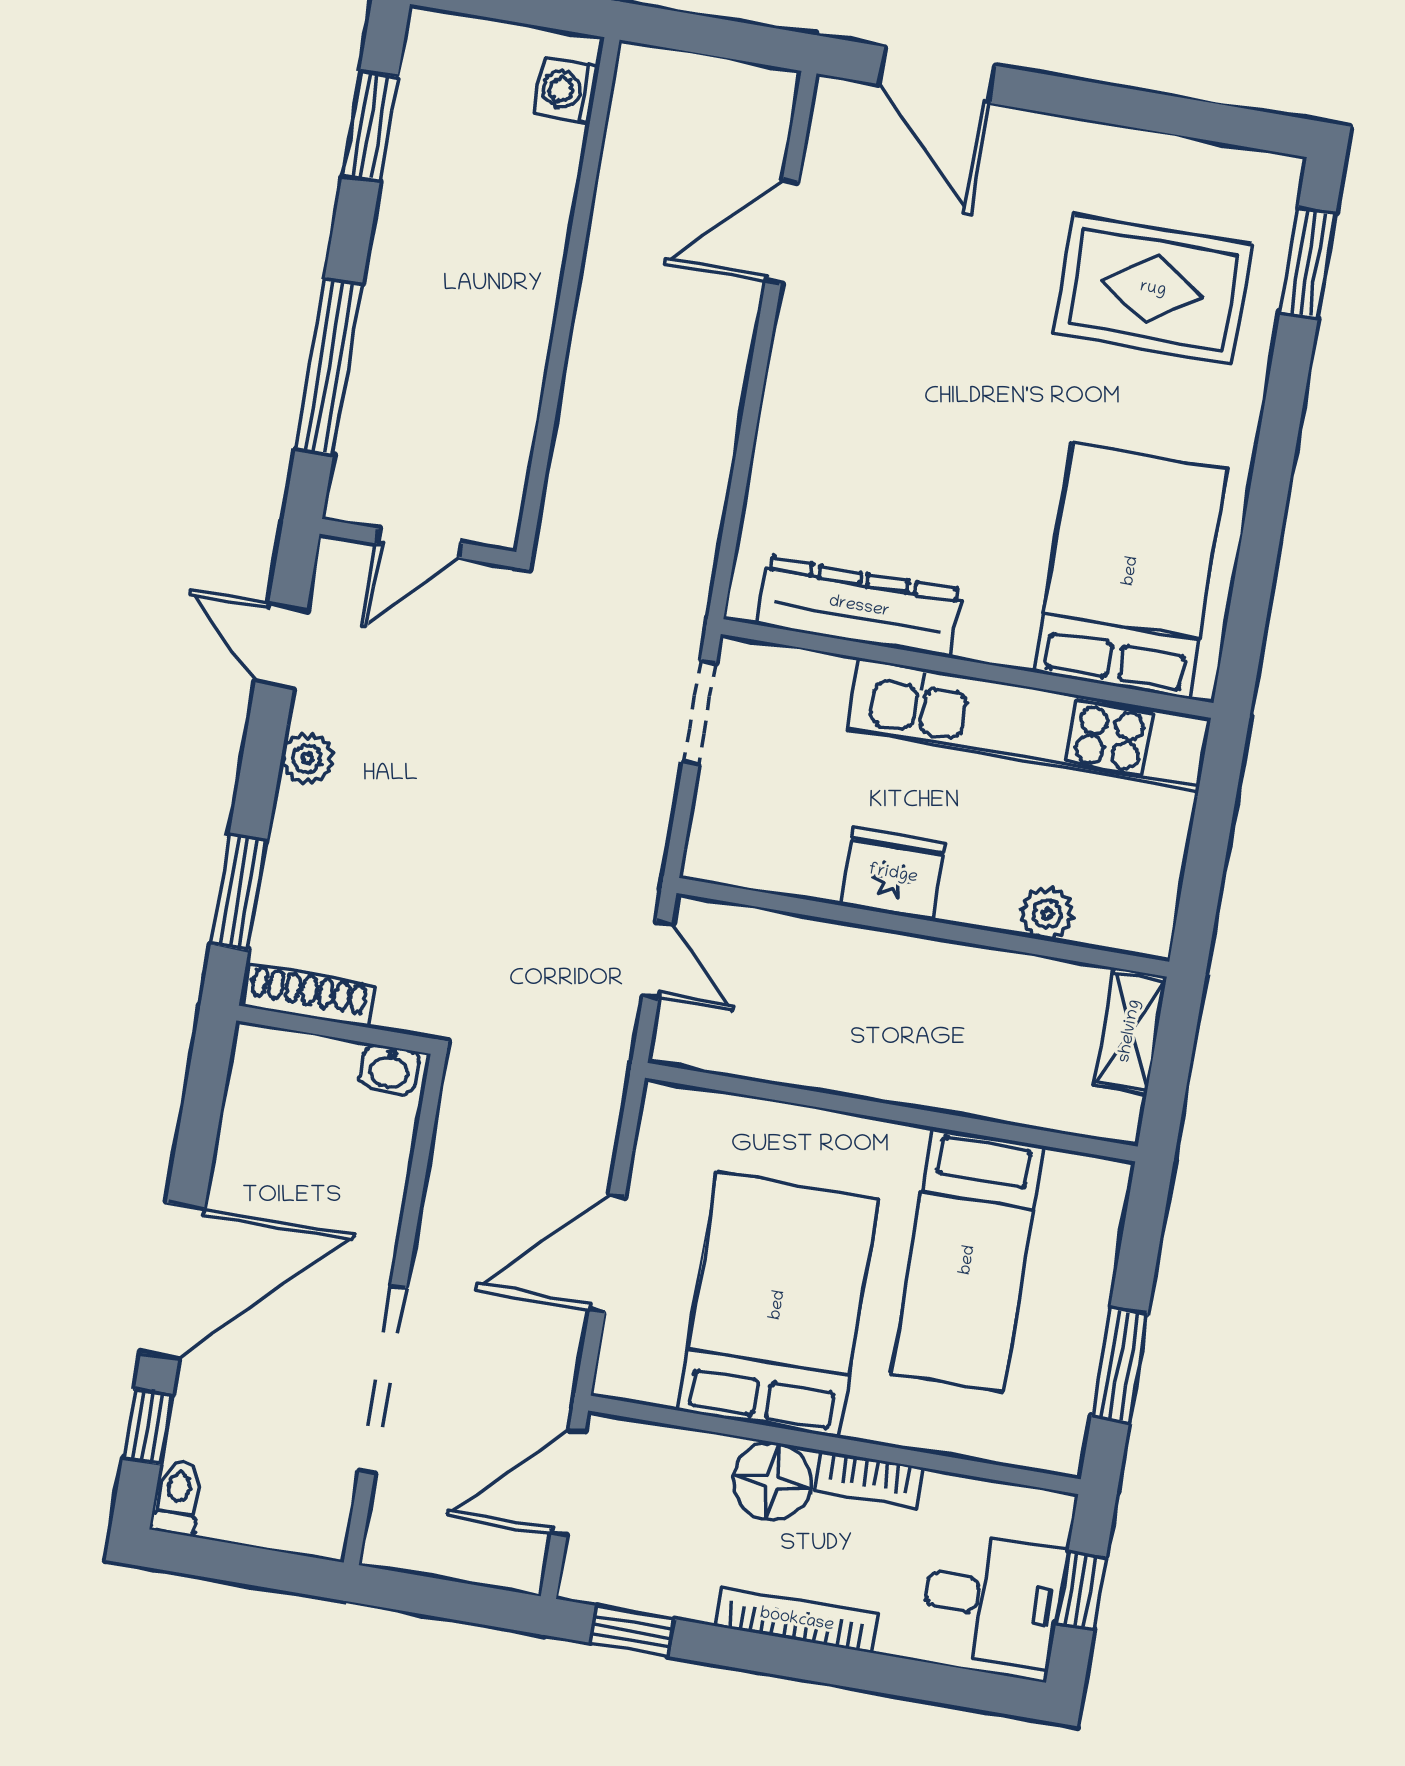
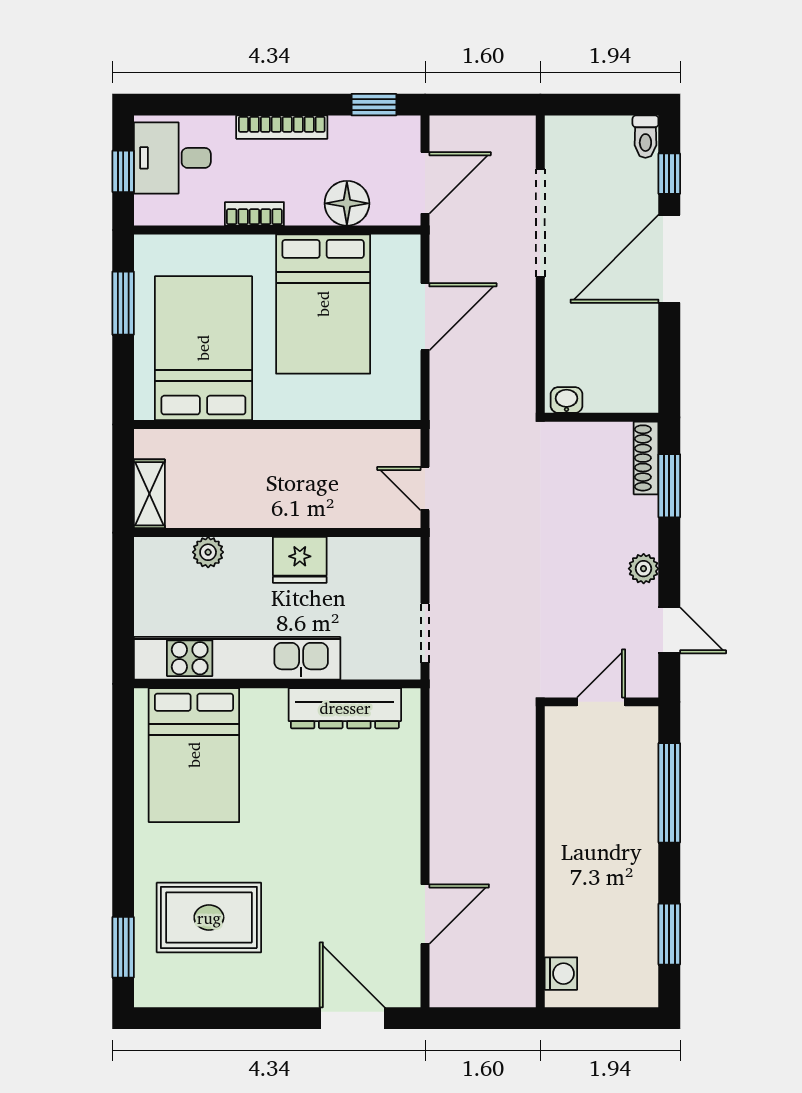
shoe rack: (308, 996) -> (646, 458), moved, turned 90
bed: (968, 1260) -> (203, 348), width x1.50
floor lamp: (772, 1481) -> (347, 203), moved

